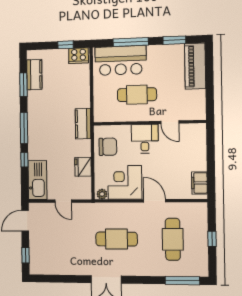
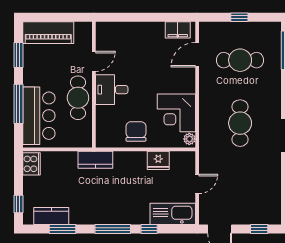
window: (66, 45) -> (18, 204), moved
door: (170, 122) -> (94, 61), moved
wall: (149, 123) -> (94, 85), moved
kitchen counter: (83, 124) -> (95, 160), moved
desk: (145, 139) -> (112, 90), moved
door: (155, 201) -> (197, 55), moved

